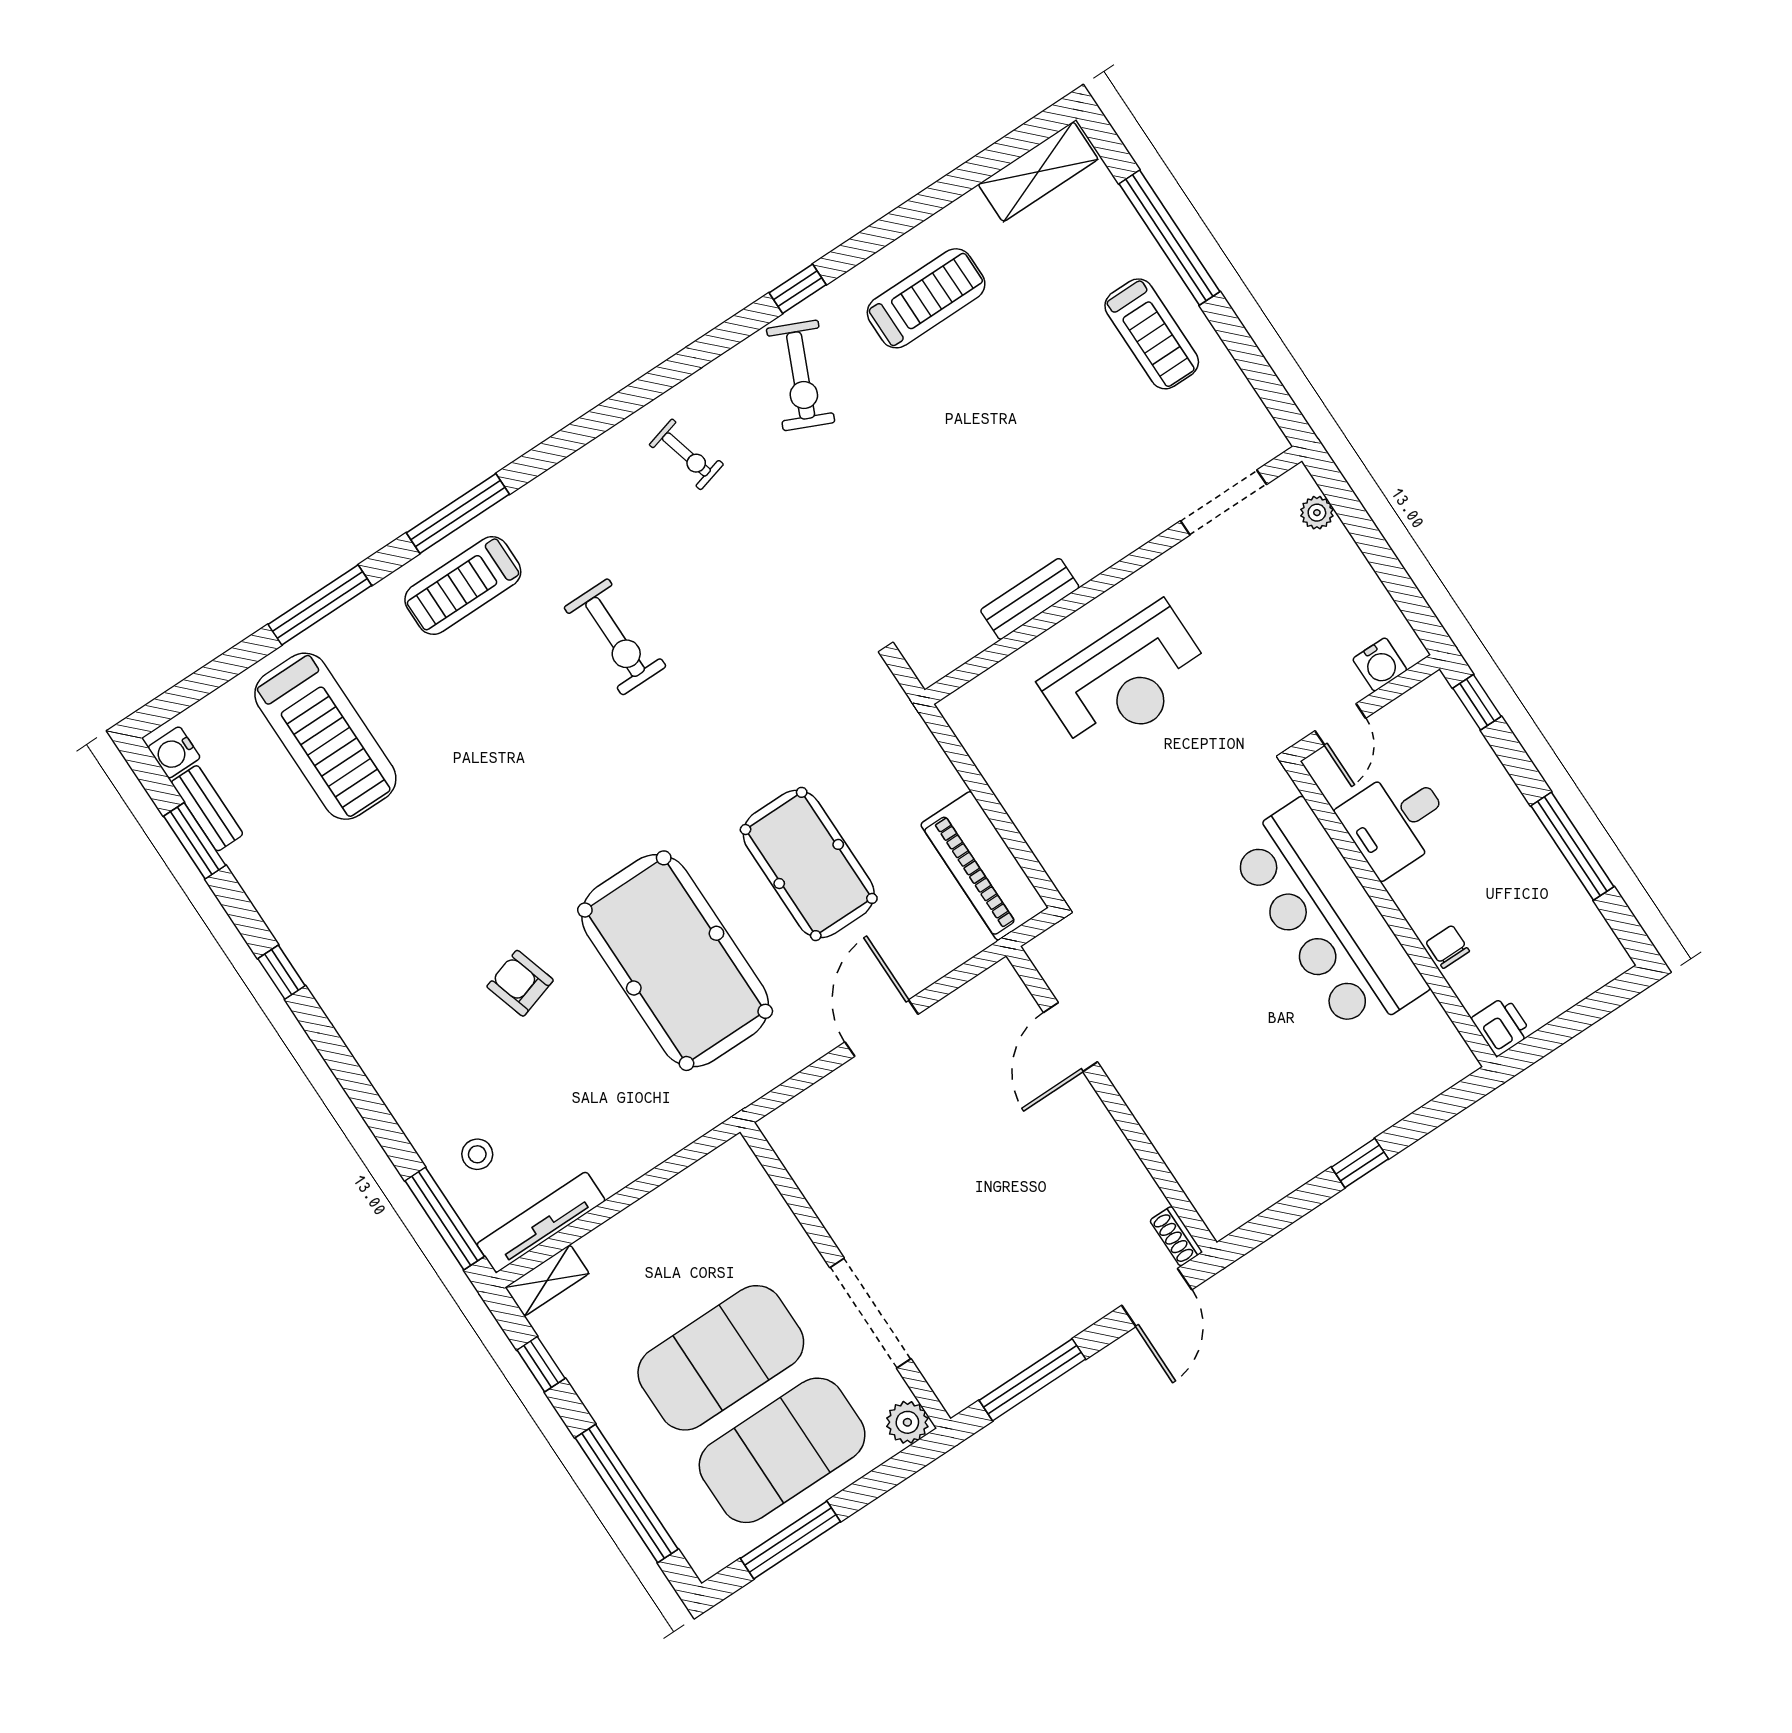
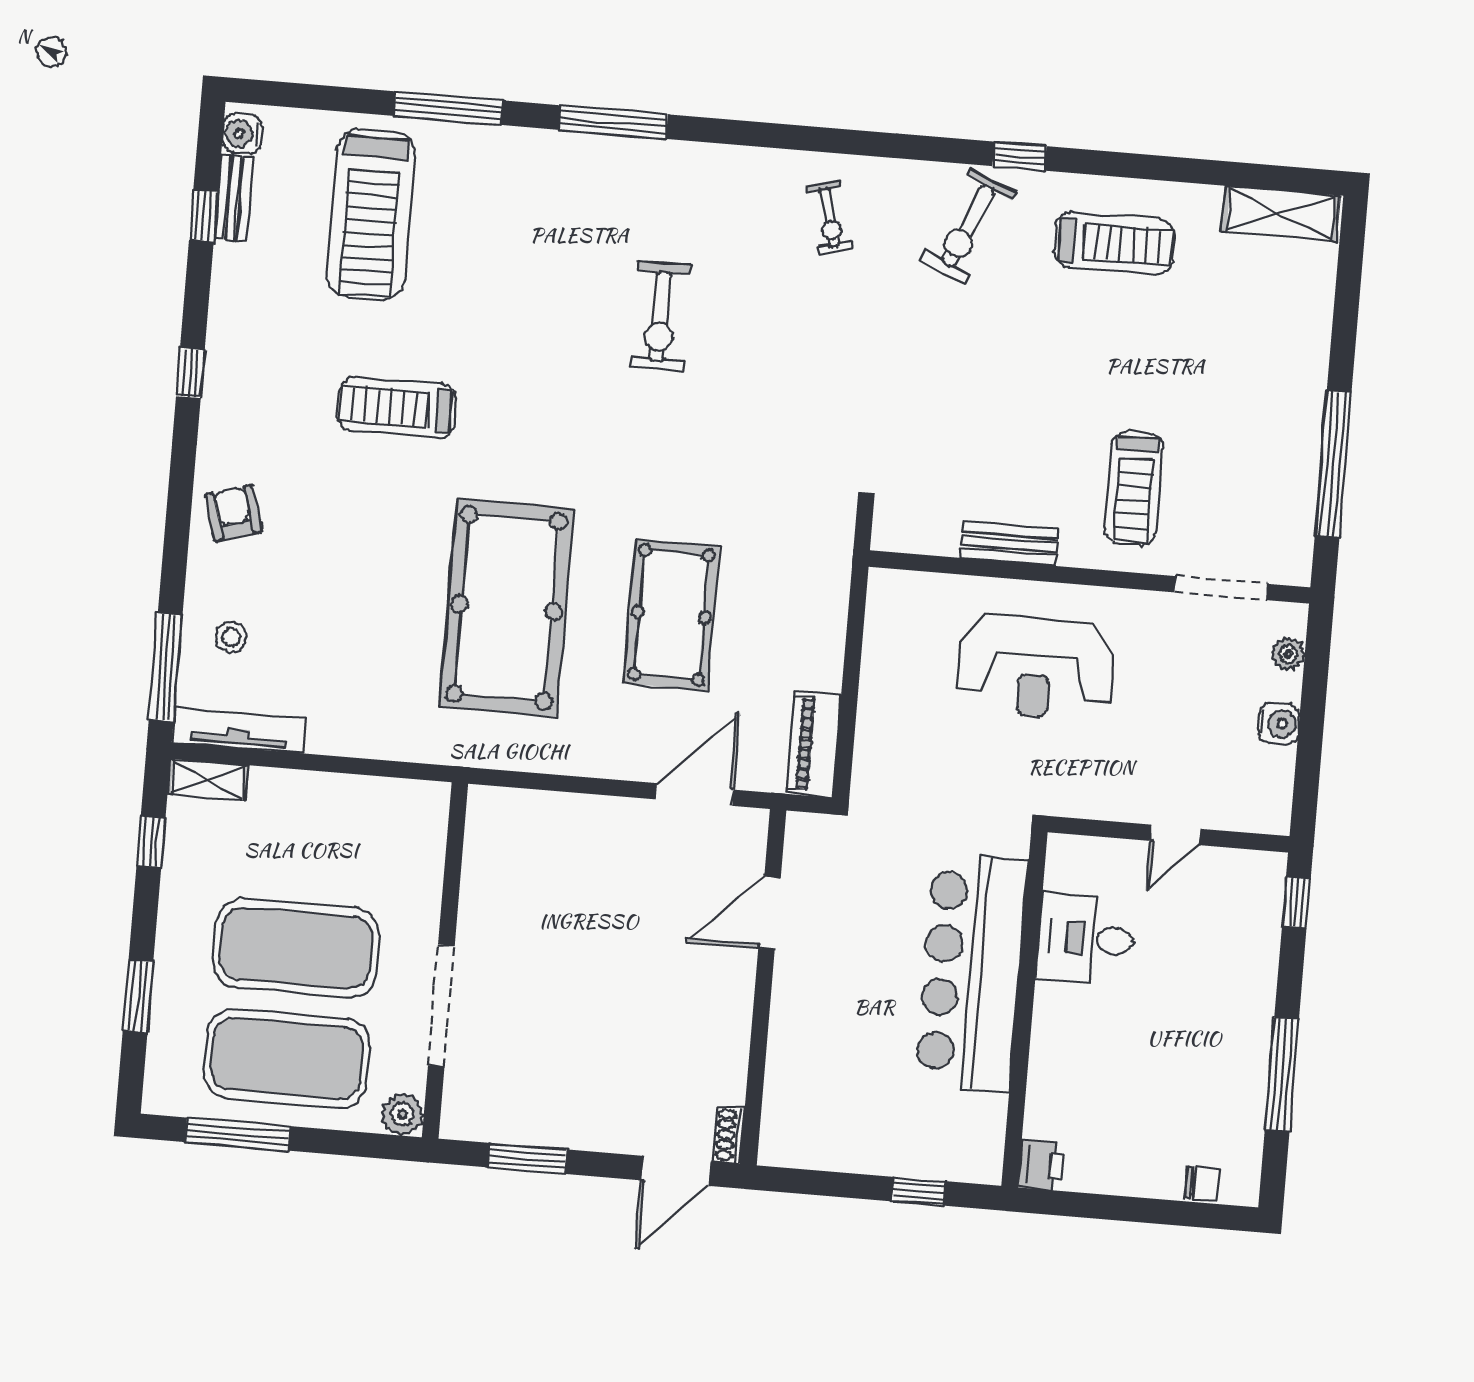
window: (1169, 238) -> (1333, 464), moved
treadmill: (1152, 334) -> (1134, 488), moved
treadmill: (463, 586) -> (397, 407), moved
water cooler: (1380, 664) -> (1279, 724), moved, turned -90
desk: (1396, 821) -> (1086, 939), moved
window: (195, 841) -> (204, 216), width x0.67
piano: (984, 866) -> (814, 745), width x0.73, depth x0.75
wall: (1391, 914) -> (1024, 1009), moved
bar counter: (1327, 918) -> (972, 973), moved
chair: (1448, 947) -> (1202, 1183), moved, turned 90
armchair: (520, 983) -> (233, 513), moved
printer: (1501, 1026) -> (1041, 1165), moved
door: (882, 1028) -> (695, 794), moved
window: (1032, 1380) -> (527, 1158), width x0.69
window: (627, 1493) -> (138, 996), width x0.47

